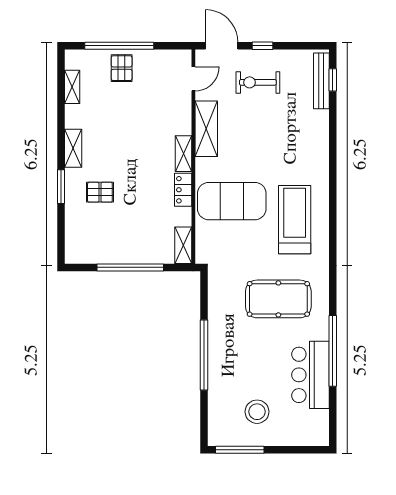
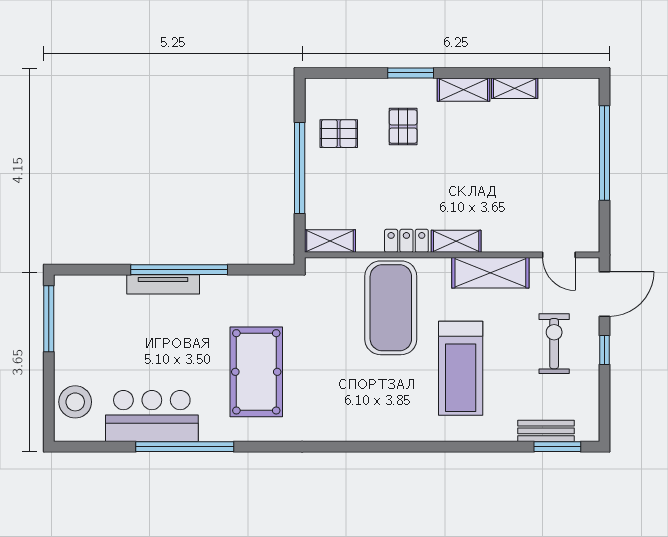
pallet: (122, 68) -> (339, 134), moved
window: (333, 80) -> (557, 447), width x1.50
bench: (321, 81) -> (546, 431), width x0.73
shelving: (72, 87) -> (515, 88), moved
treadmill: (295, 220) -> (461, 368), moved, turned 90
tv unit: (215, 367) -> (163, 284), added
stool: (257, 412) -> (75, 402), moved

